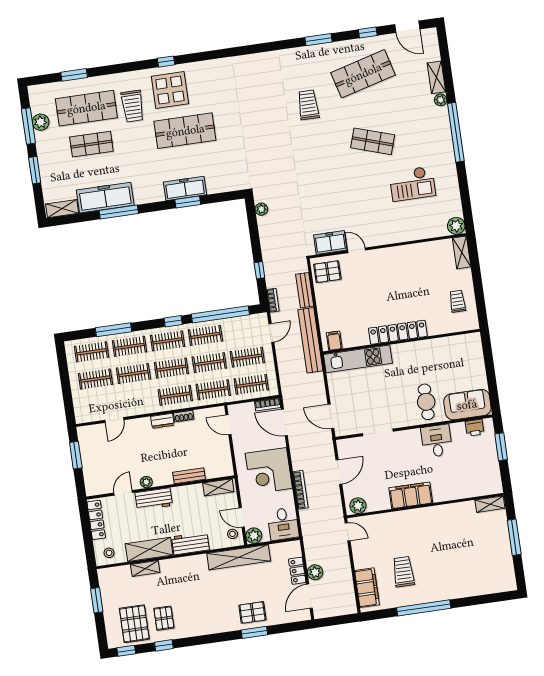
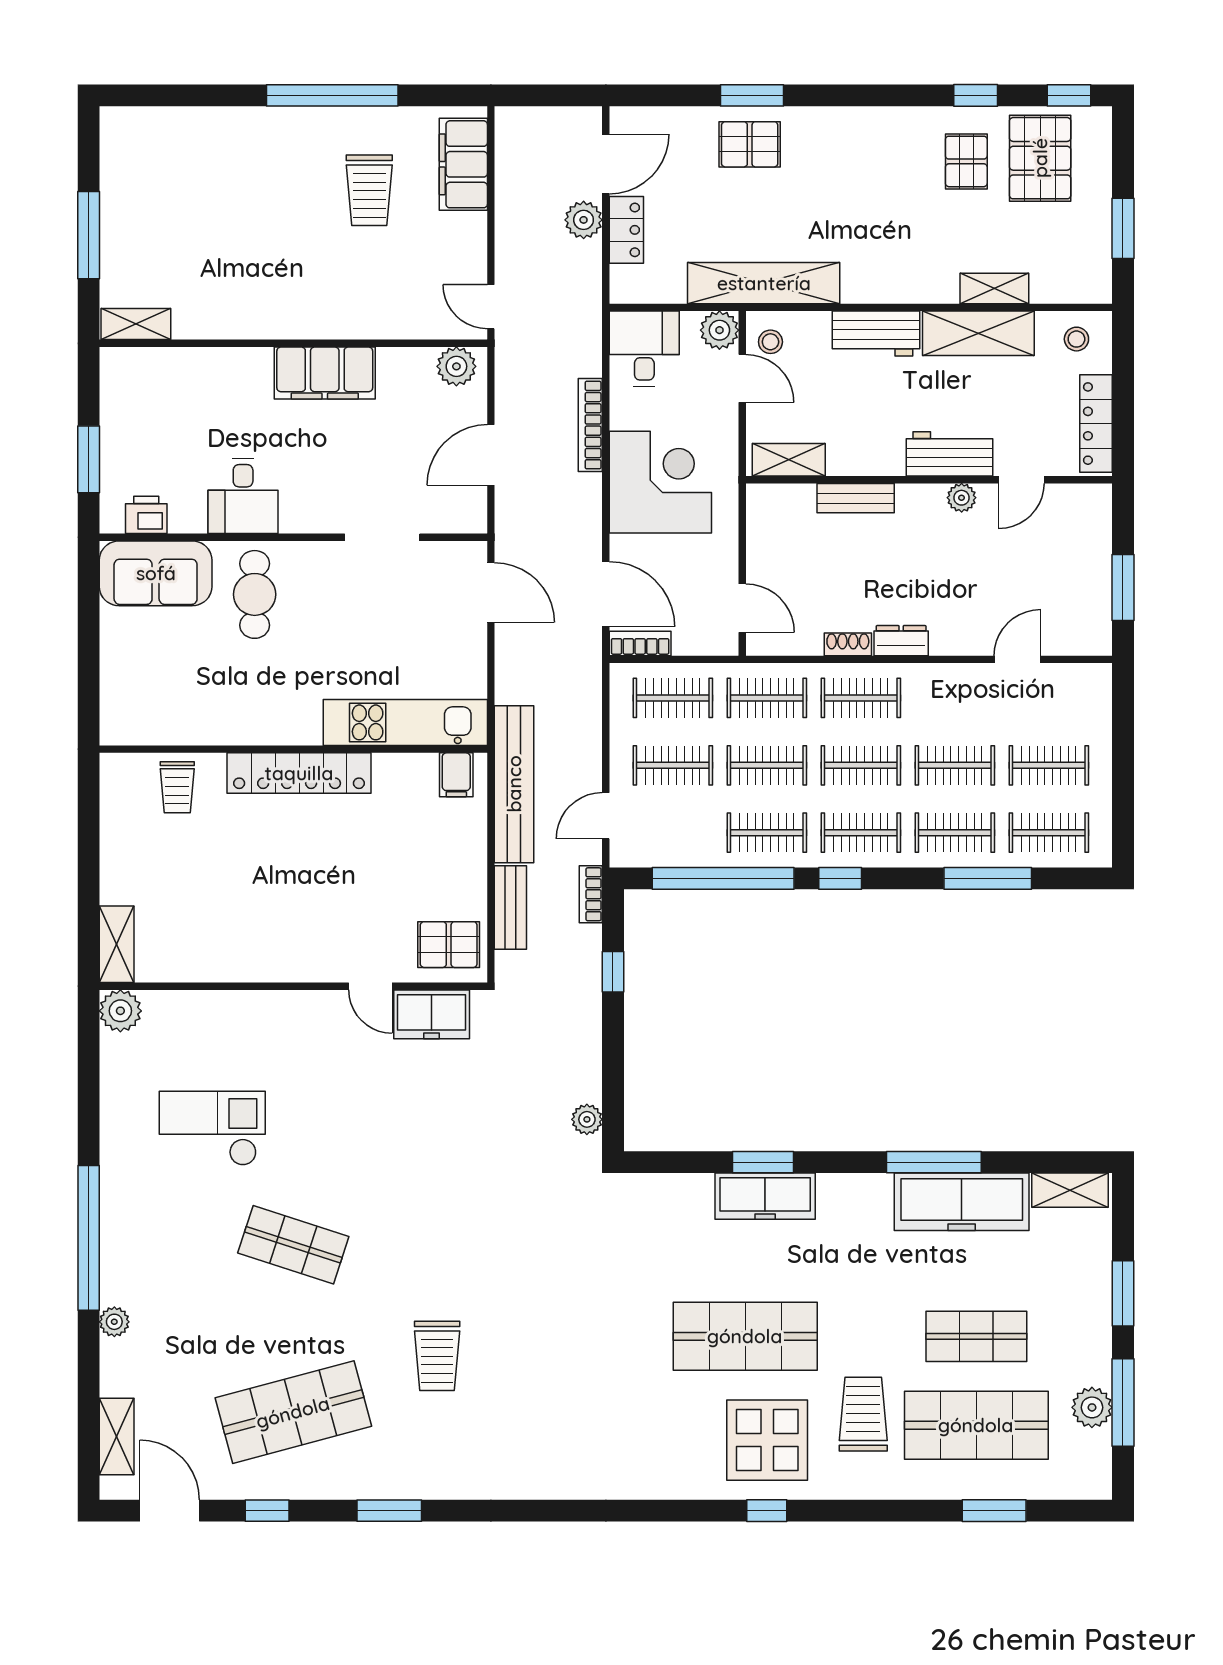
shelving: (436, 77) -> (117, 1436), moved
trolley: (457, 301) -> (177, 787), moved

